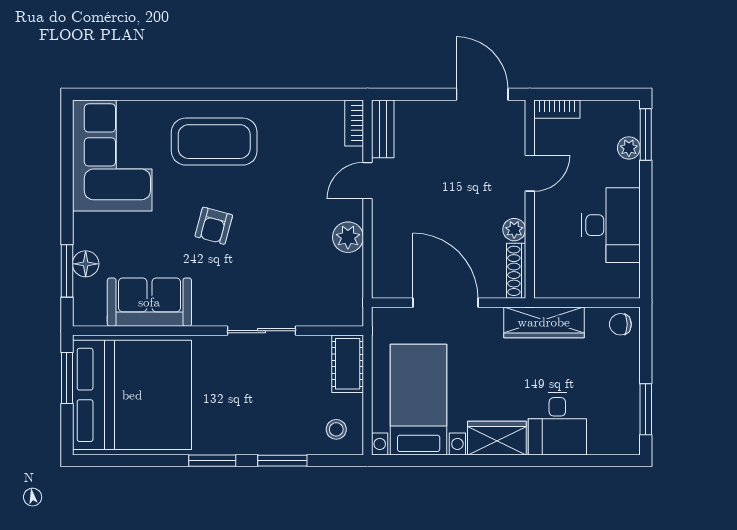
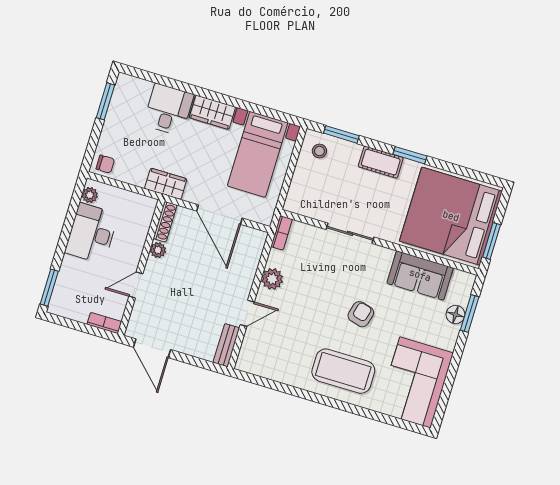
bookcase: (354, 123) -> (282, 233), moved
plant: (629, 148) -> (90, 195), moved
wardrobe: (544, 322) -> (166, 184), width x0.67
cot: (348, 364) -> (381, 162), moved, turned 90
window: (282, 461) -> (341, 134), moved

